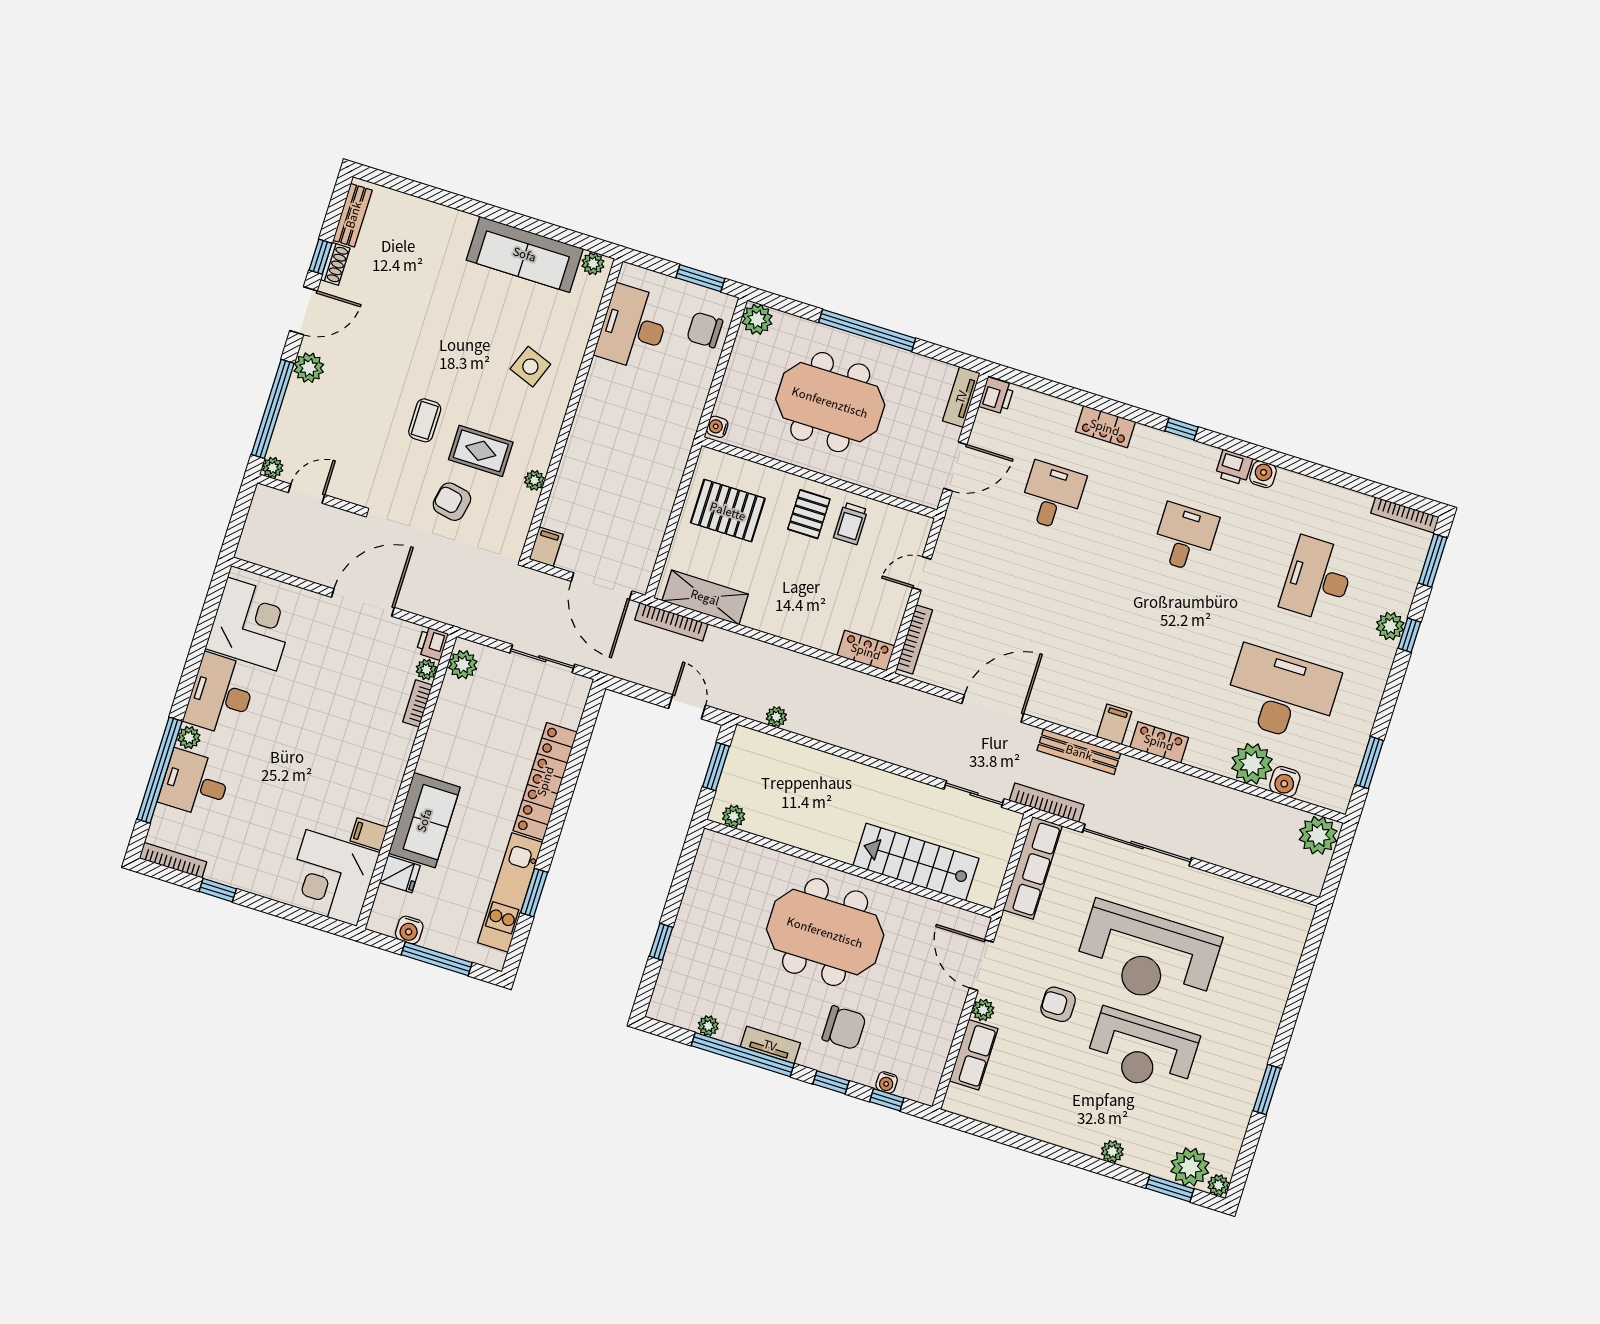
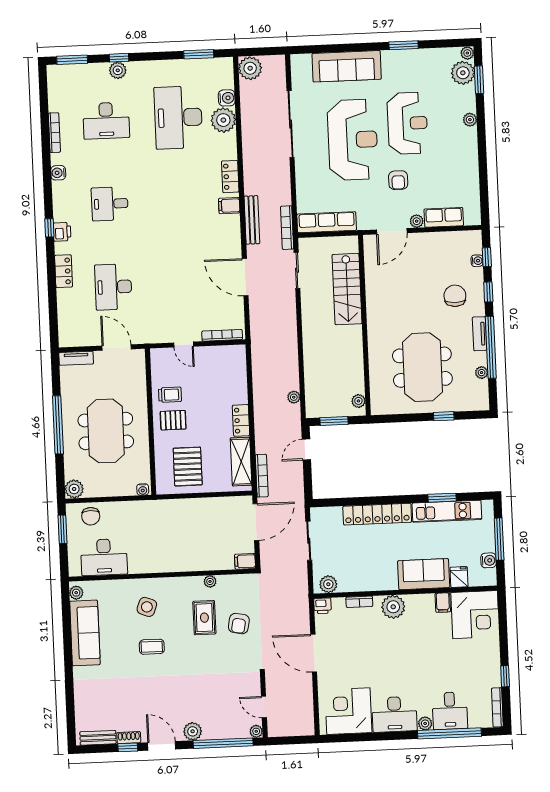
printer: (997, 396) -> (68, 339), removed
coffee table: (425, 420) -> (152, 647), moved
printer: (1234, 467) -> (62, 232), moved
desk: (1052, 496) -> (113, 287), width x1.37
bookcase: (1405, 515) -> (54, 133), moved
locker: (866, 651) -> (241, 420), moved
plant: (426, 670) -> (393, 607), moved, width x1.87, depth x1.87
sliding door: (1137, 845) -> (291, 124), moved
meeting table: (825, 932) -> (422, 367), moved
sofa: (1266, 988) -> (347, 66), added

